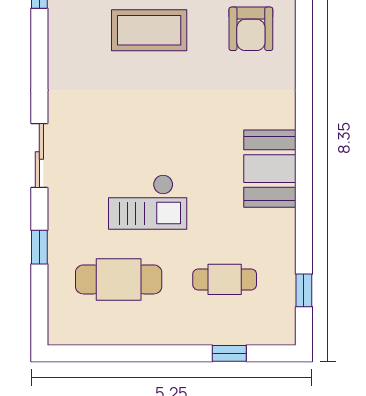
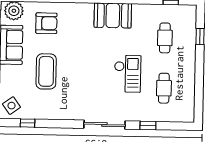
sliding door: (39, 155) -> (104, 125), width x1.37
cafe table: (119, 279) -> (164, 88), width x0.73, depth x0.74

